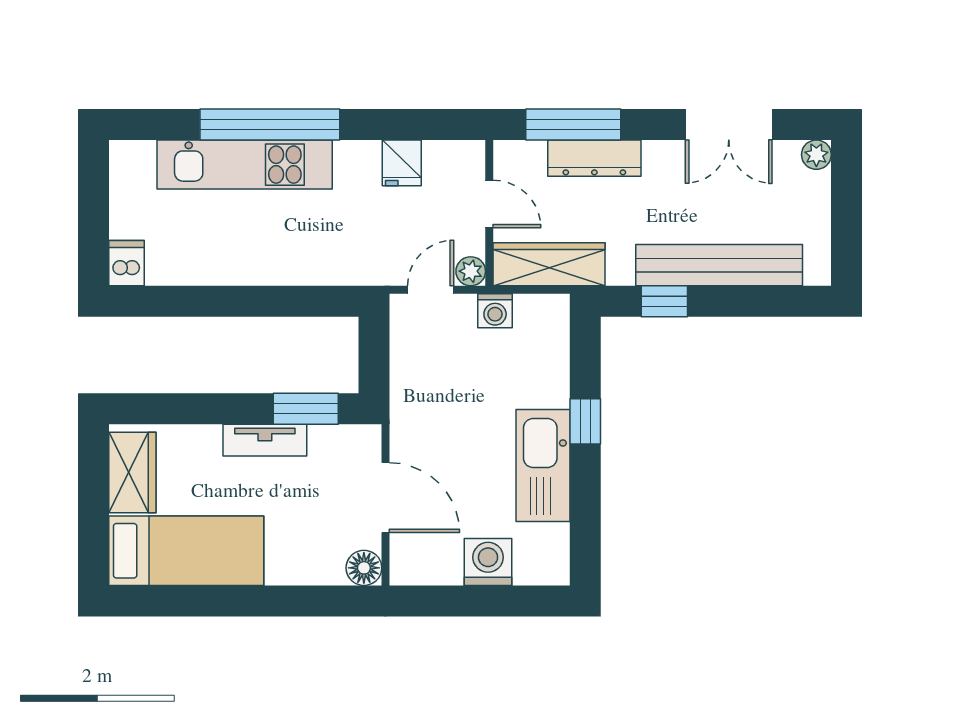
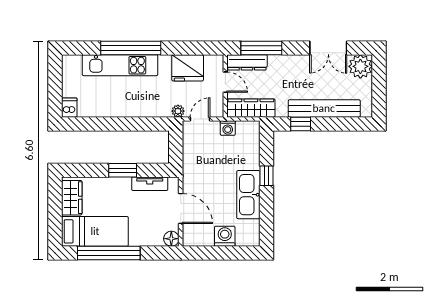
plant: (816, 155) -> (360, 66), width x1.88, depth x1.88
dresser: (594, 158) -> (247, 62), moved
fridge: (402, 163) -> (188, 68), width x1.88, depth x1.34
plant: (471, 271) -> (178, 111), moved
window: (306, 409) -> (123, 170), moved
tv unit: (265, 440) -> (150, 184), moved
window: (218, 601) -> (109, 253), added

